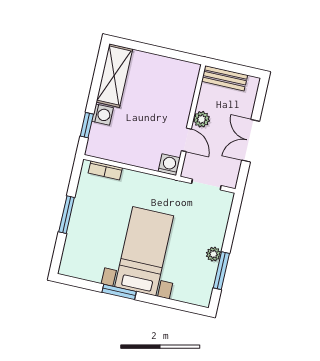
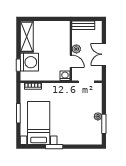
washing machine: (102, 115) -> (29, 62), width x1.89, depth x1.89
bed with nightstands: (144, 251) -> (39, 123), moved

